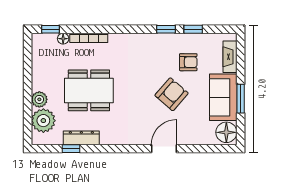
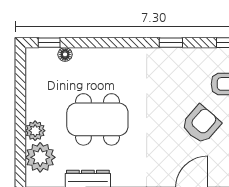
window: (166, 29) -> (171, 43), moved
bookcase: (89, 38) -> (97, 53), removed

